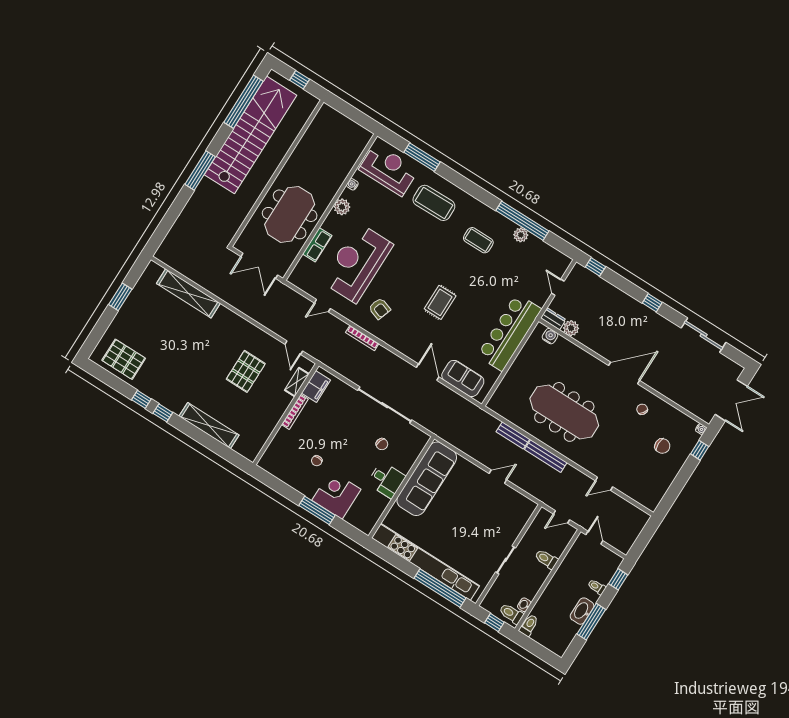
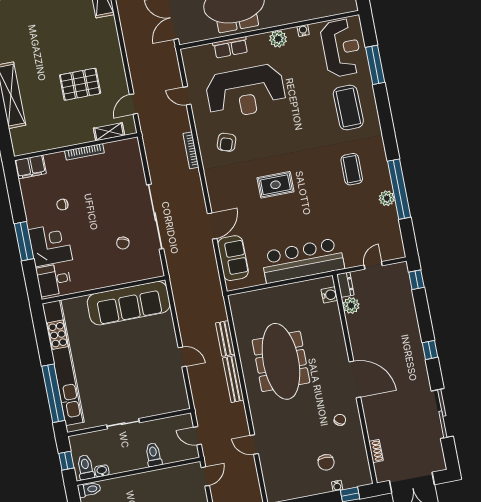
reception desk: (357, 263) -> (246, 92), turned 180
filing cabinet: (316, 387) -> (30, 167), moved
shoe rack: (687, 405) -> (376, 451), added
water cooler: (701, 429) -> (337, 486), moved
desk: (386, 480) -> (54, 280), moved, turned 90

